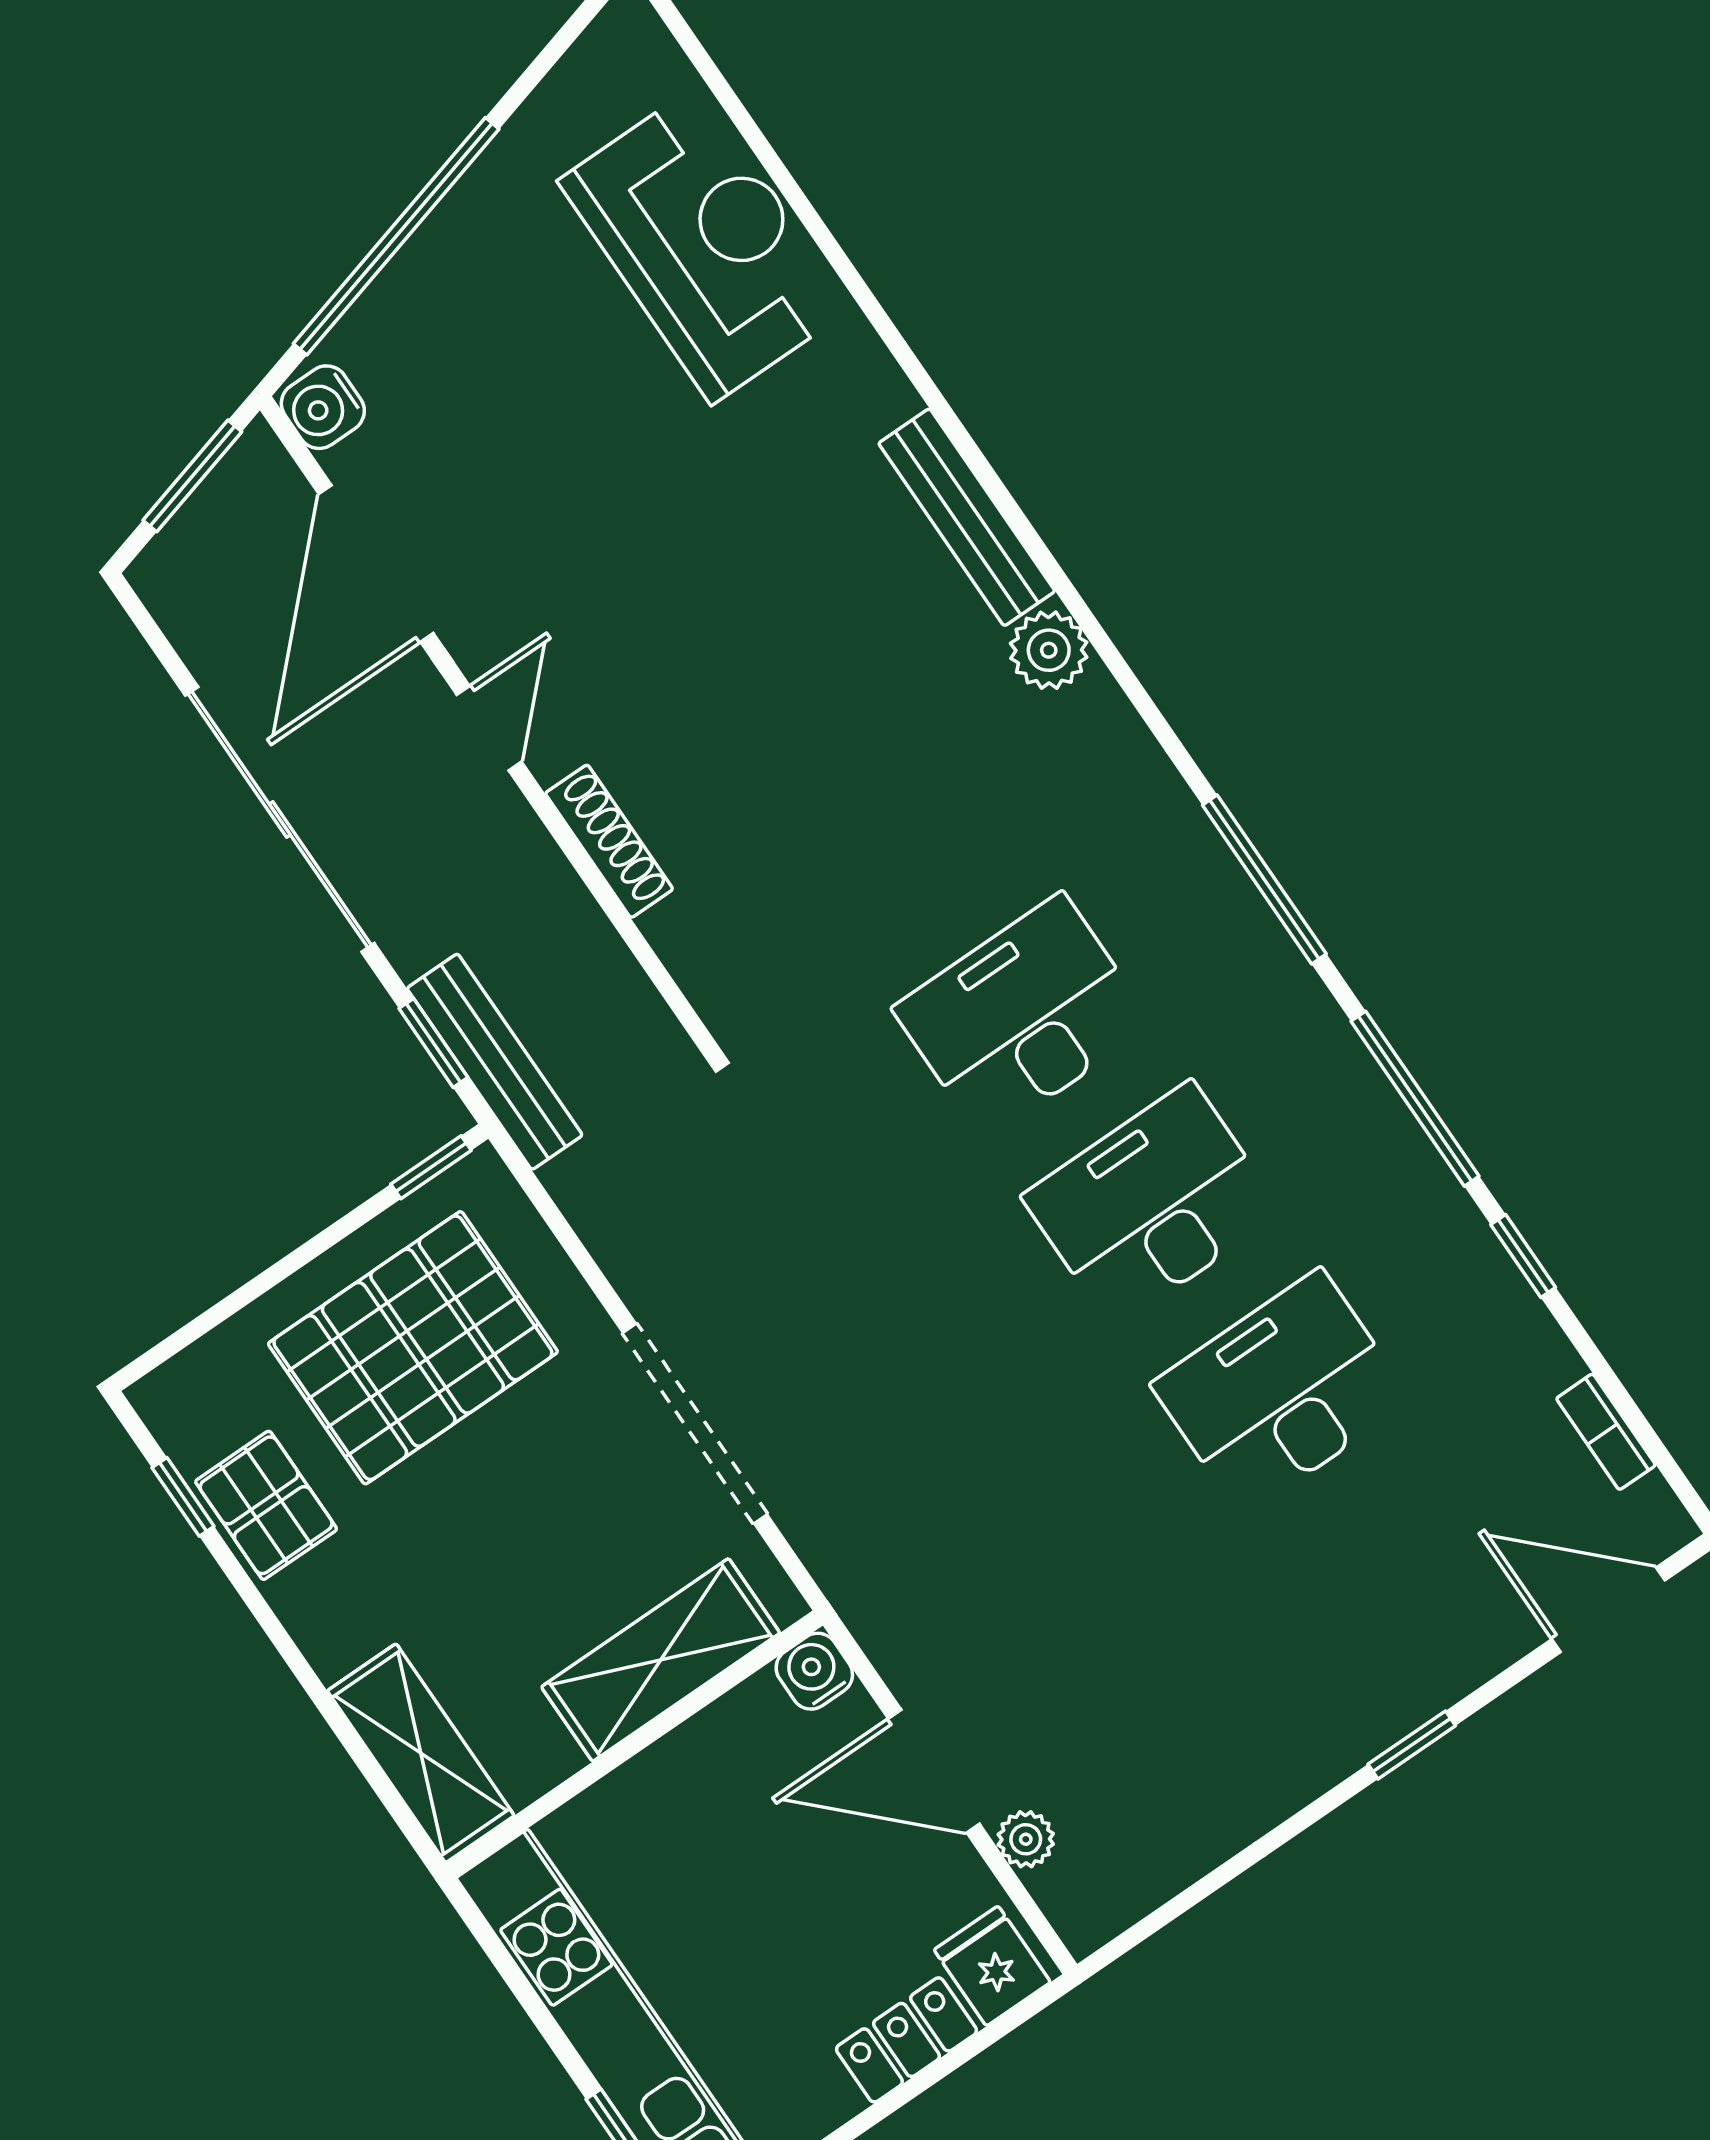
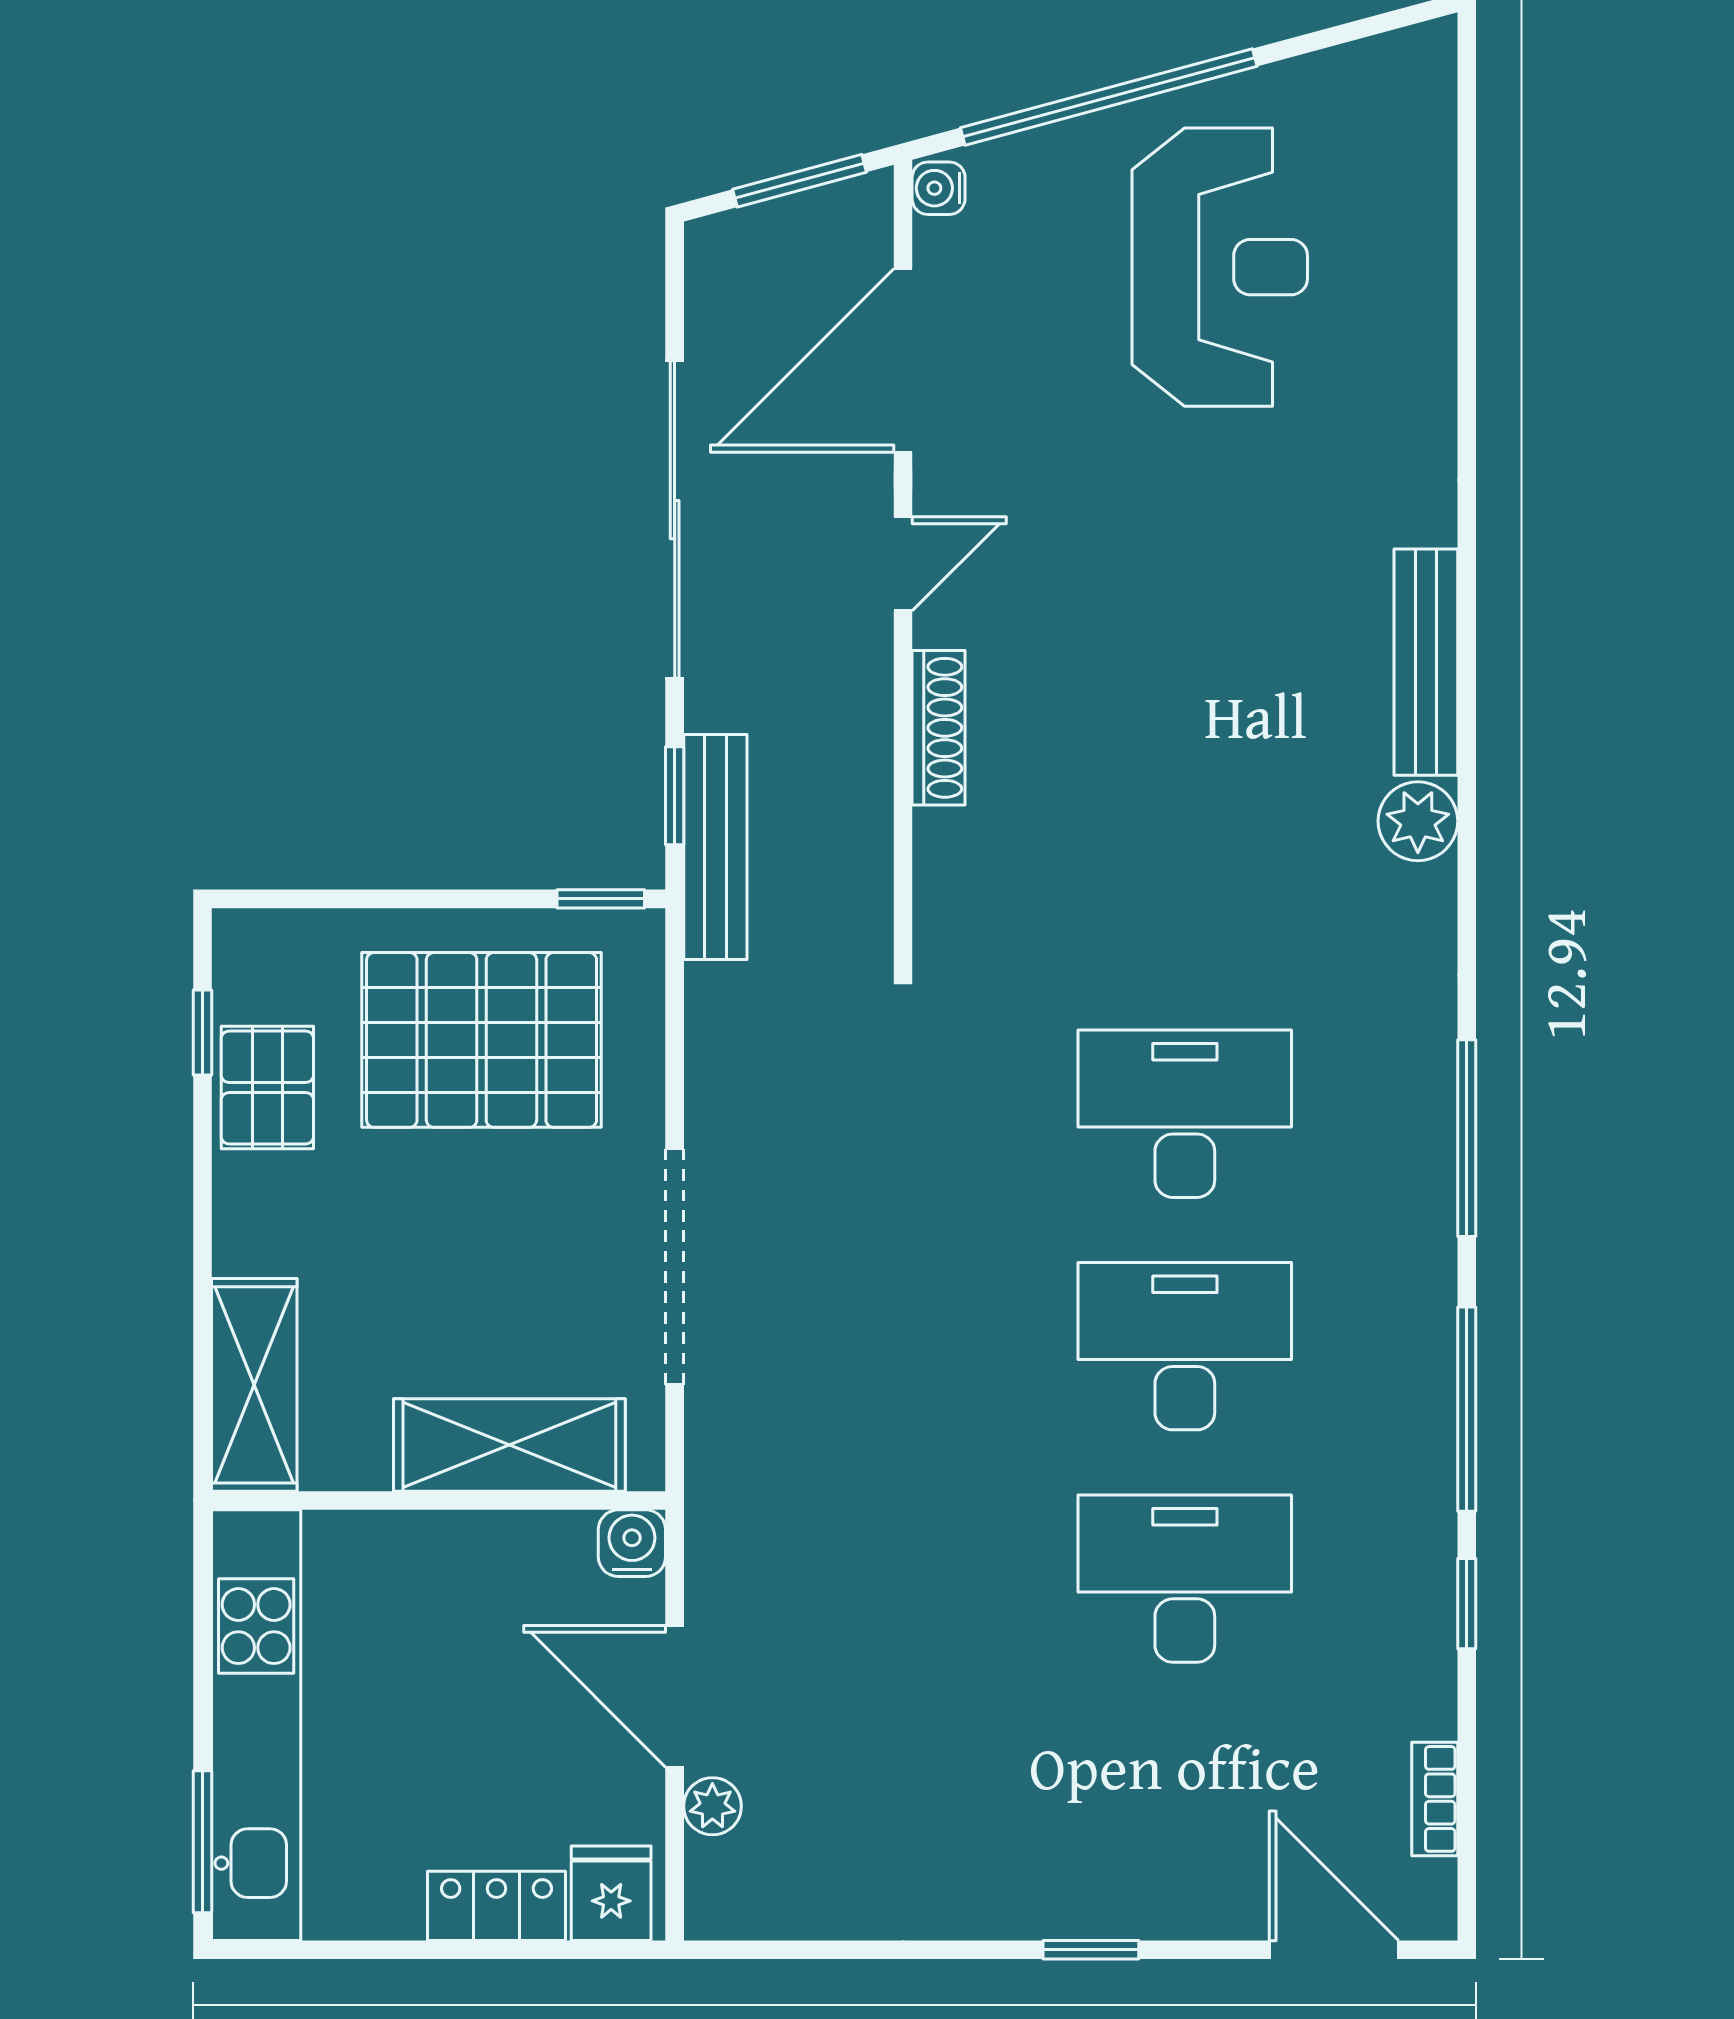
reception desk: (705, 245) -> (1220, 267), moved
water cooler: (323, 407) -> (939, 188), width x0.72, depth x0.72

